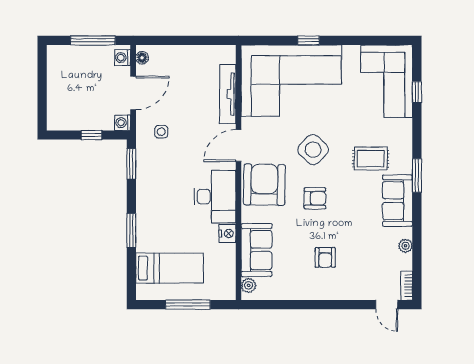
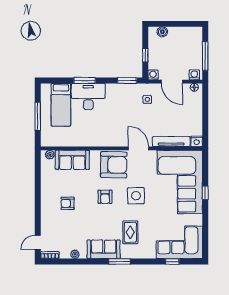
boiler: (55, 108) -> (162, 32), added
side table: (313, 150) -> (136, 196), turned 45
desk: (215, 197) -> (88, 96), moved, turned 180
nightstand: (227, 234) -> (197, 141), moved

